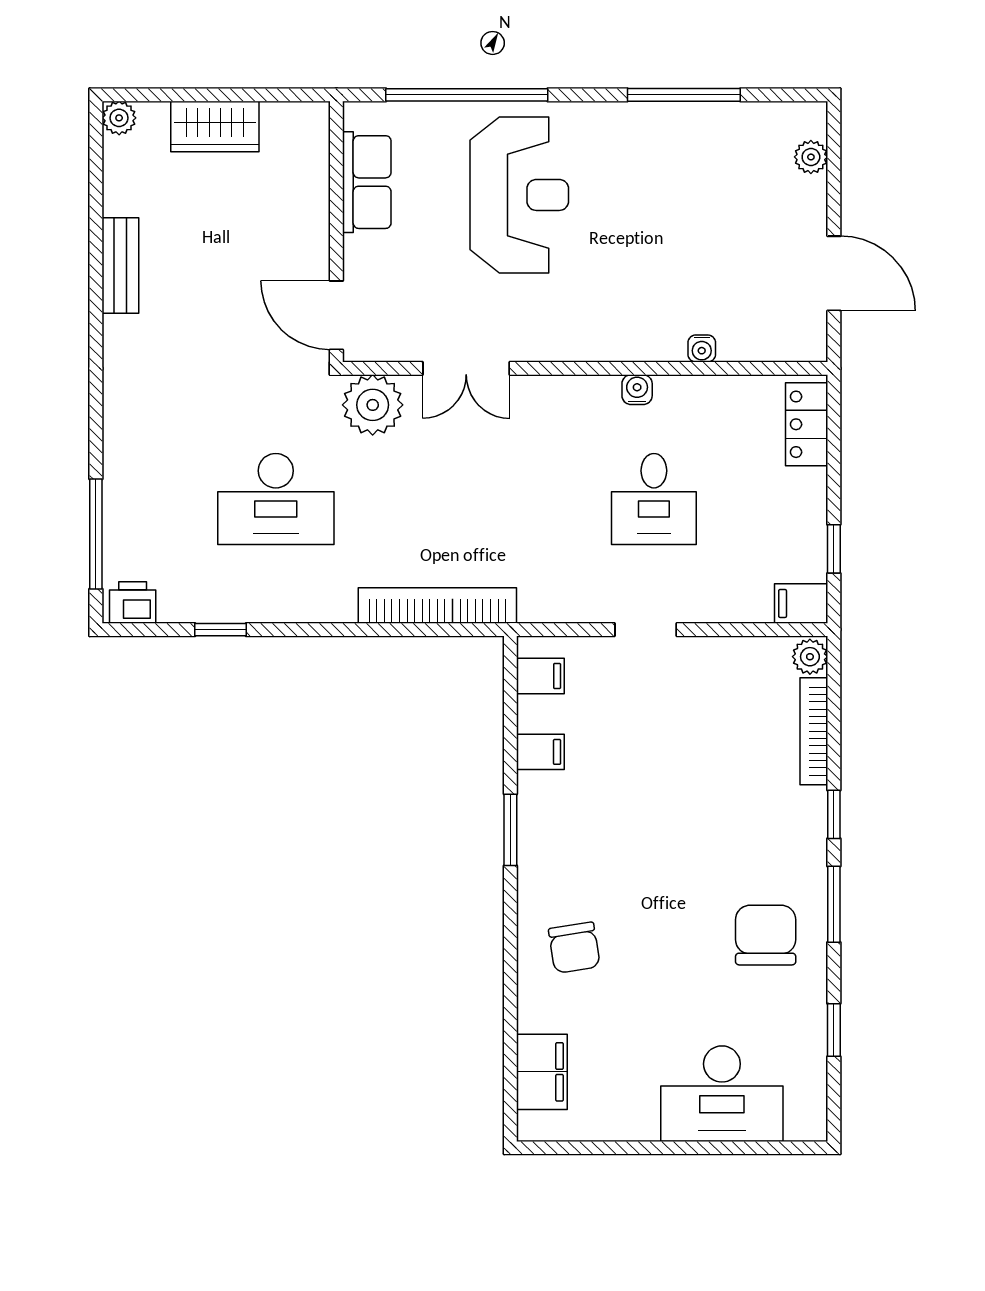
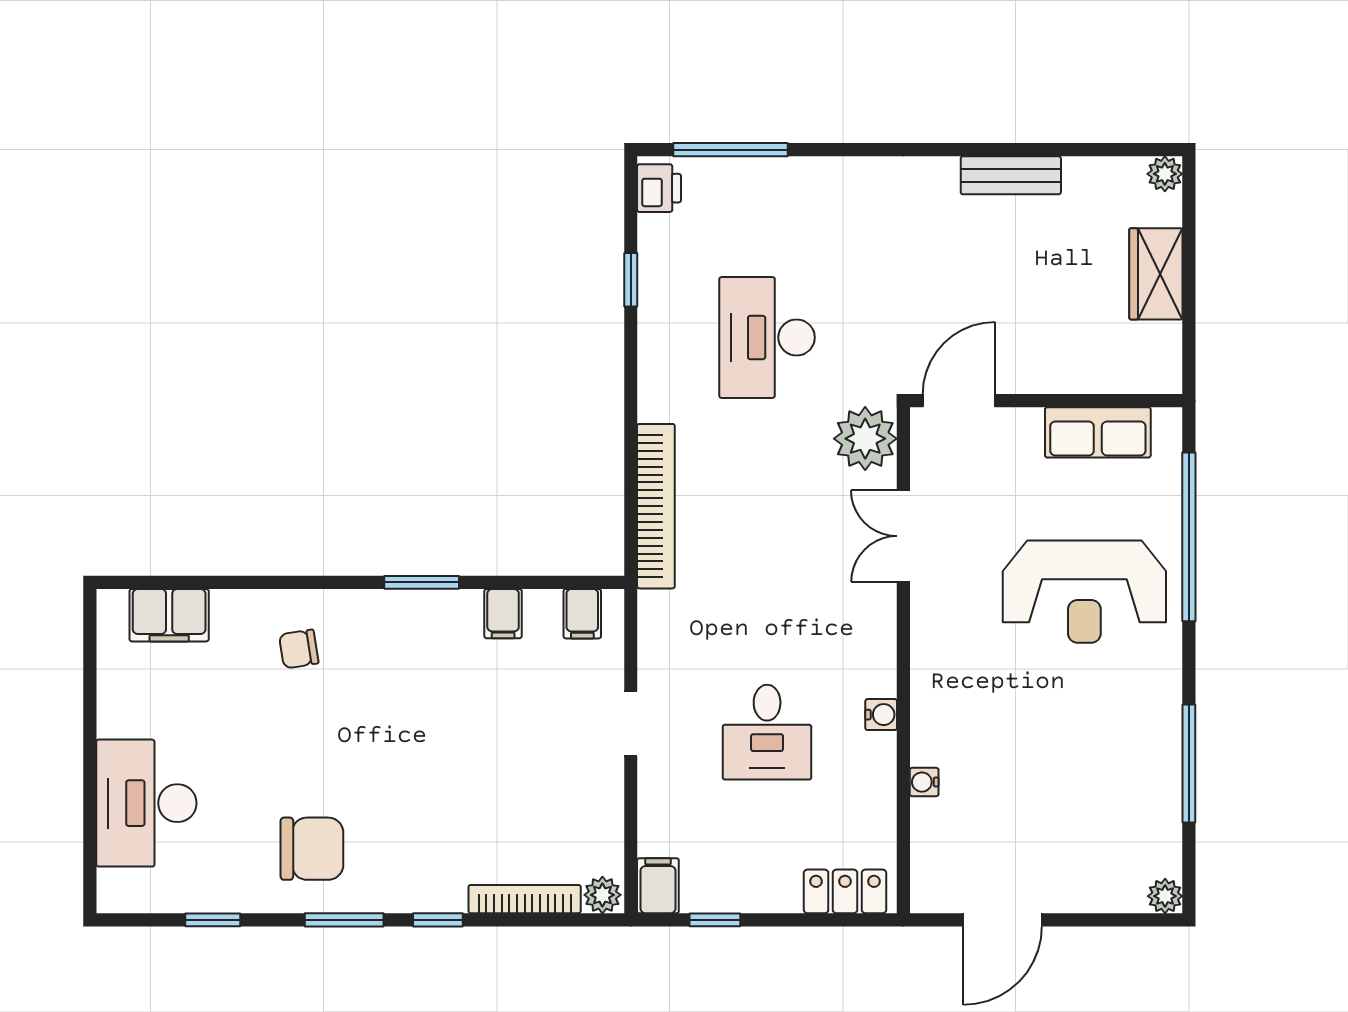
plant: (811, 157) -> (1165, 896), moved
desk: (654, 499) -> (767, 732), turned -90
chair: (574, 948) -> (299, 649), width x0.73, depth x0.73

